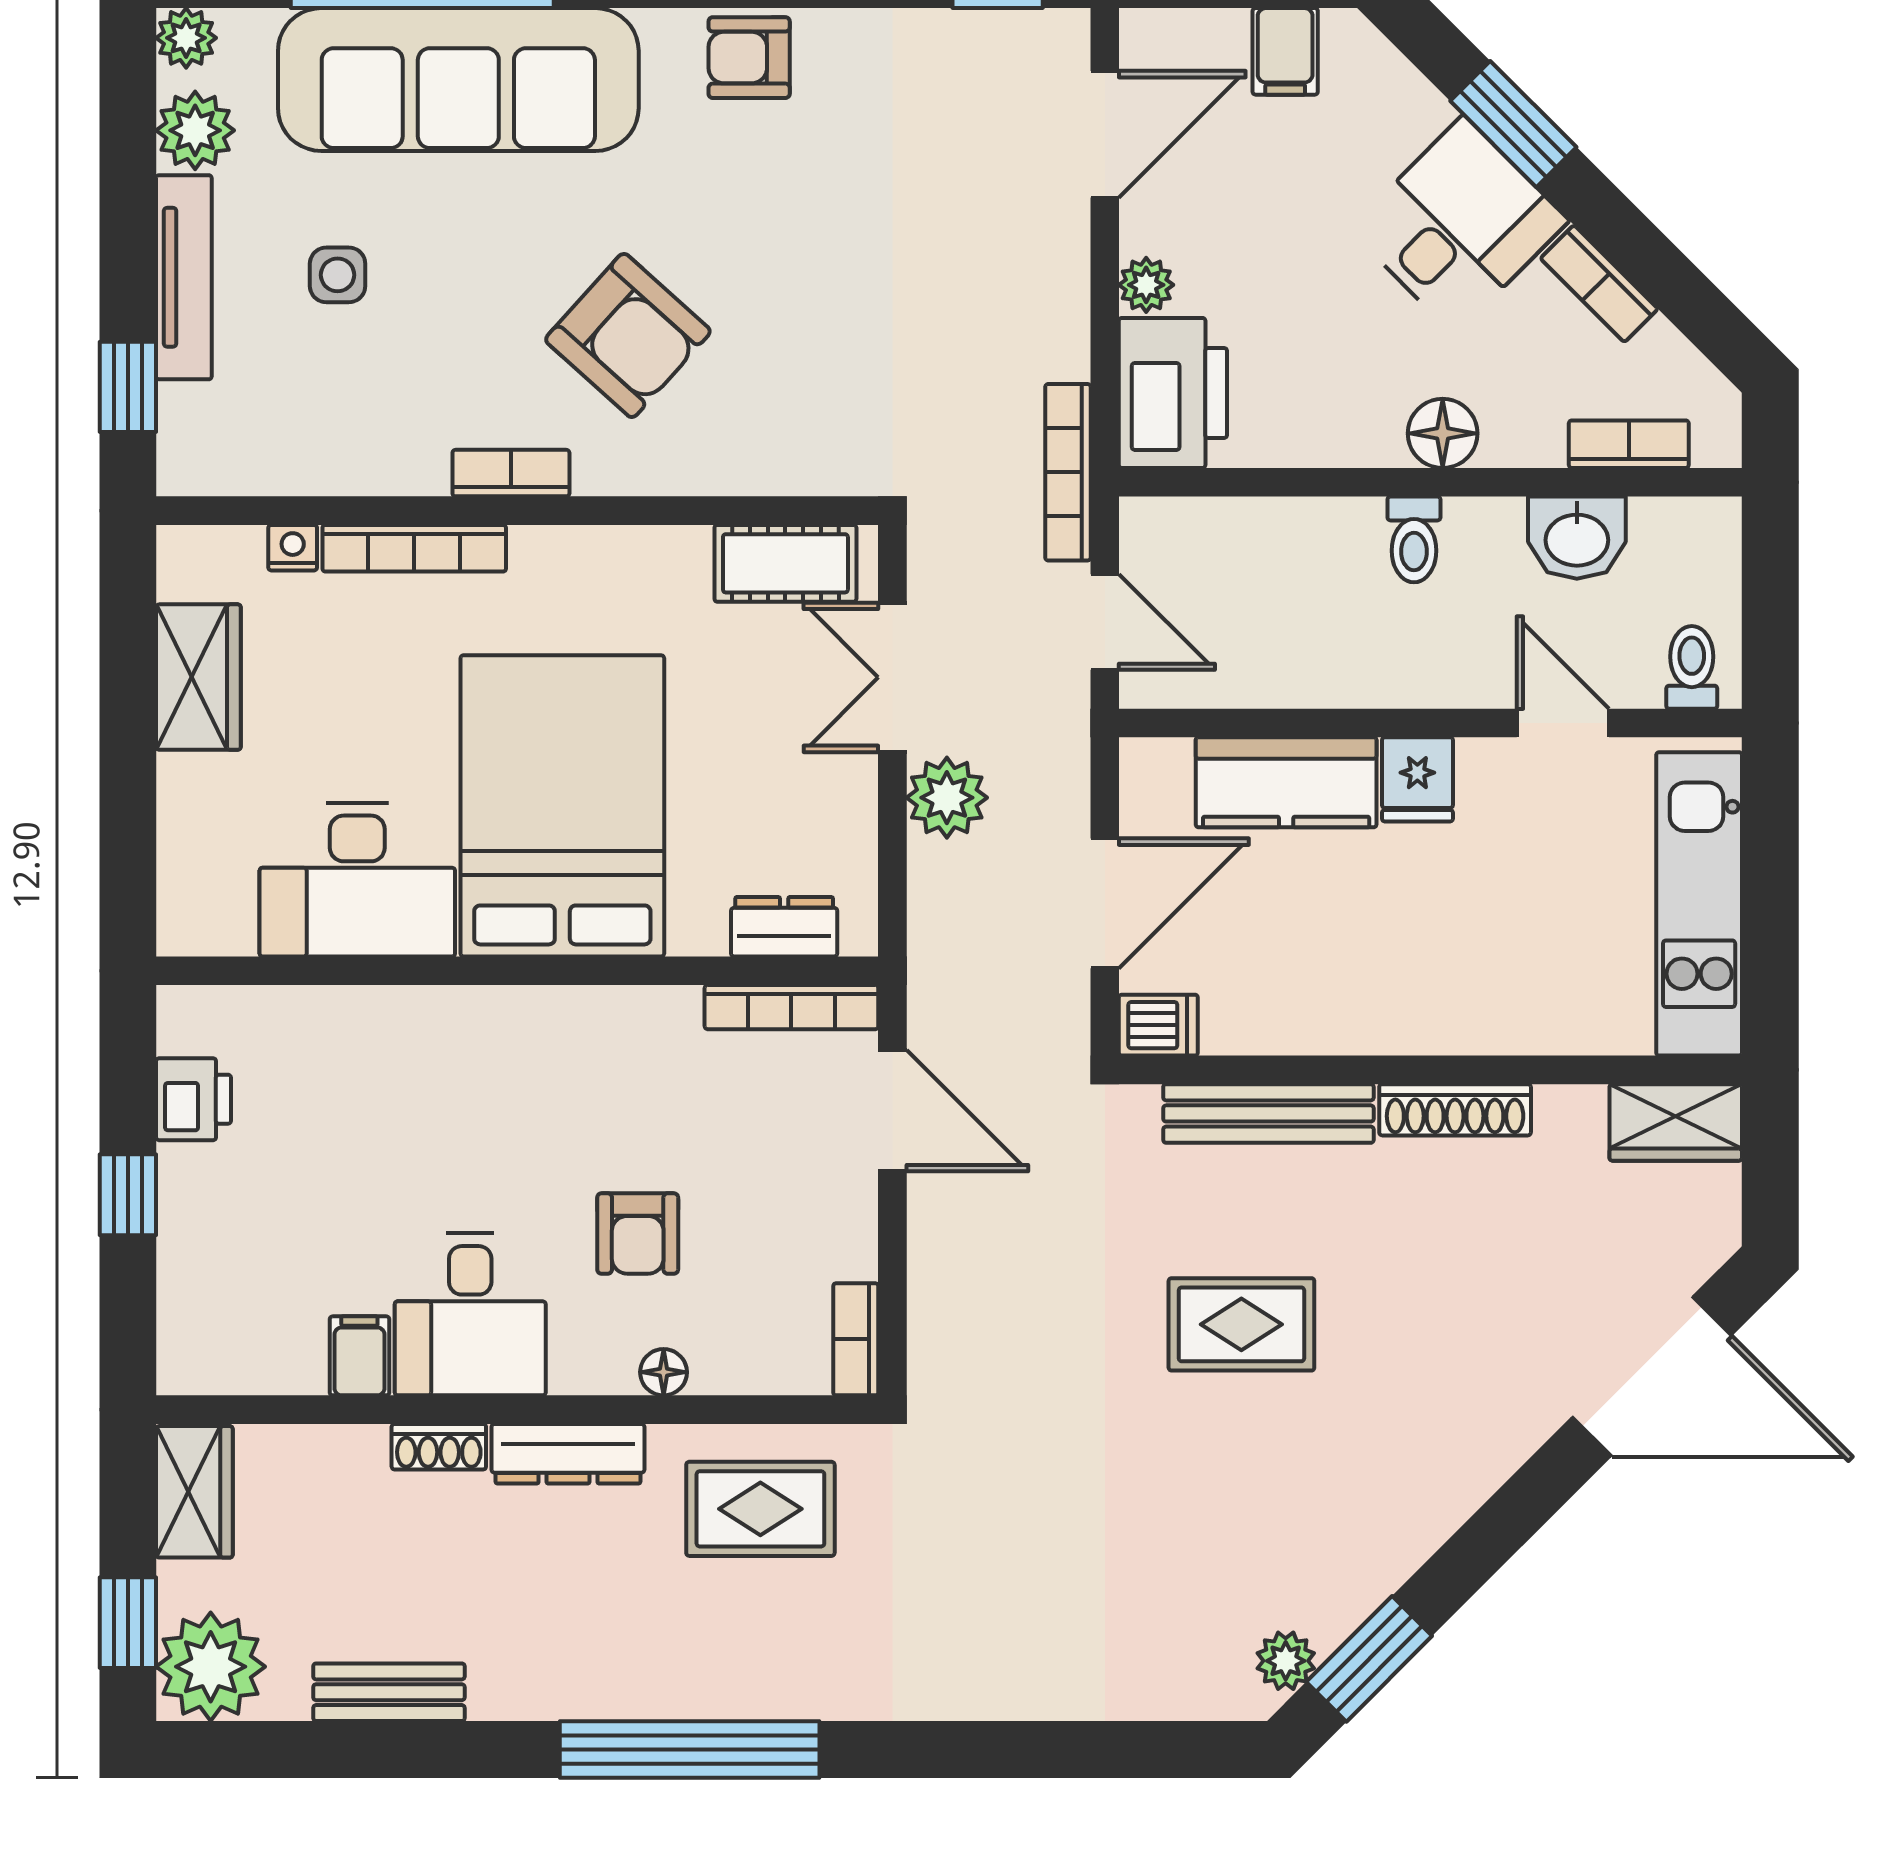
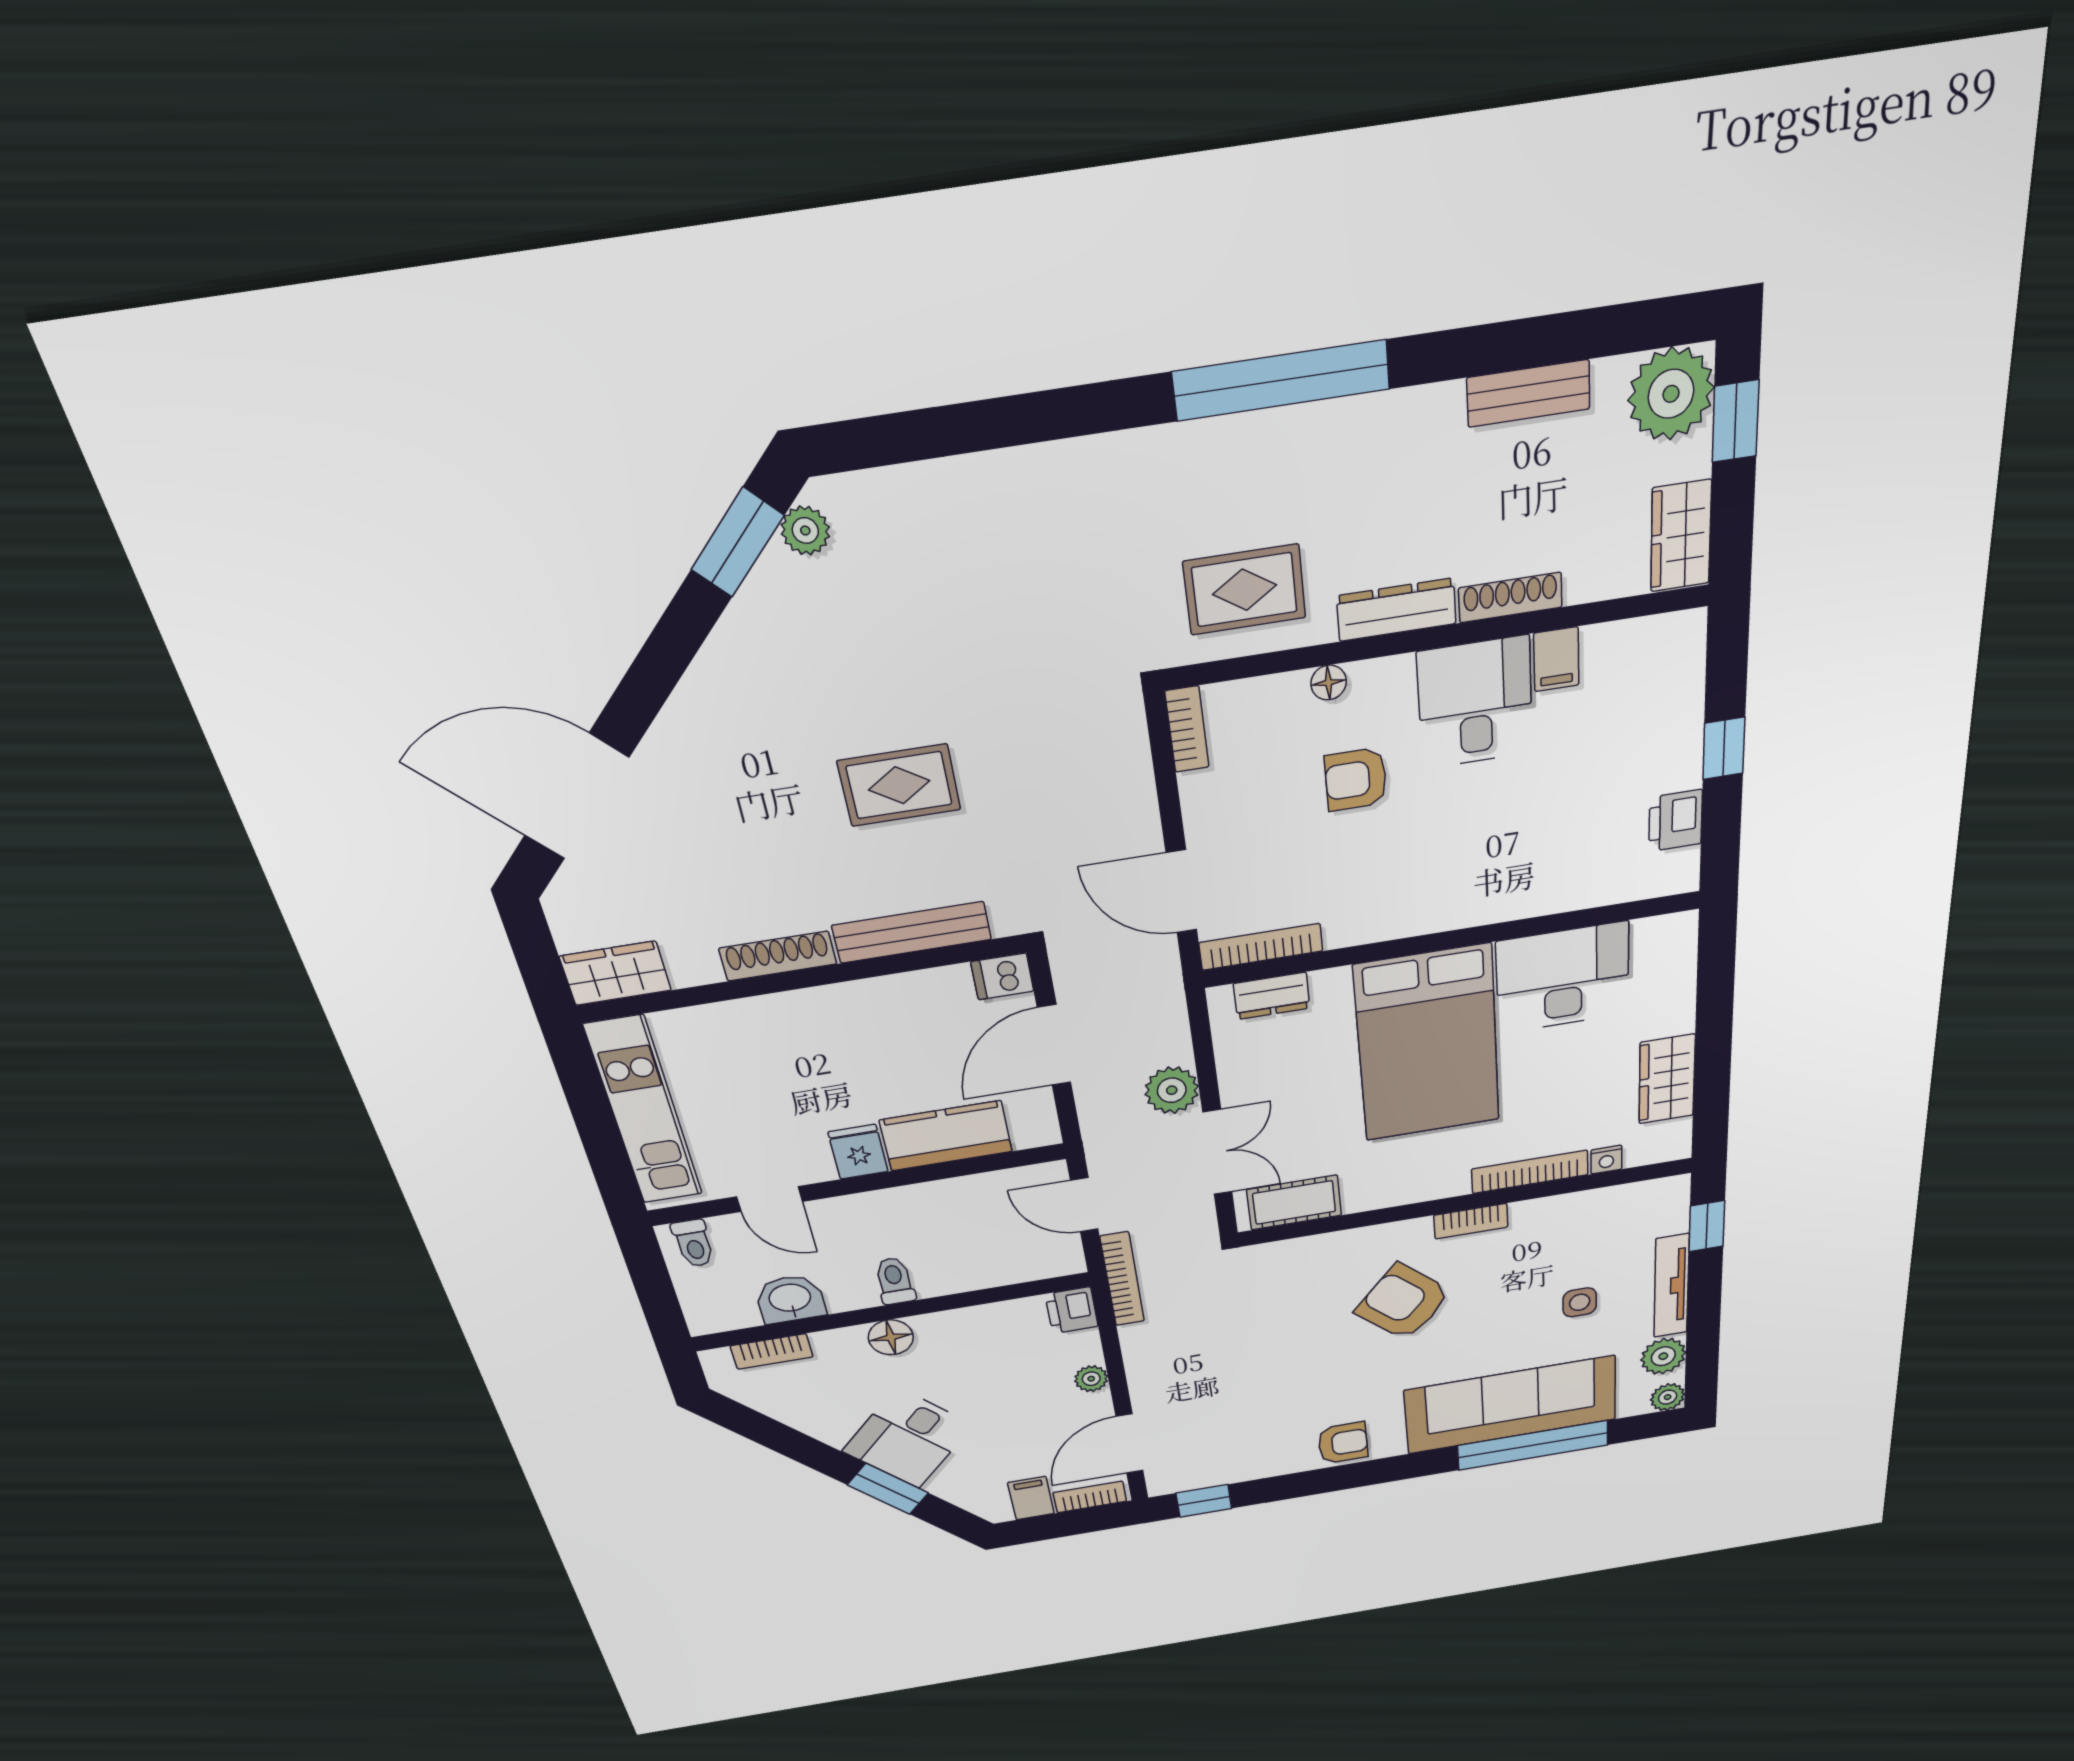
bookcase: (1599, 284) -> (1090, 1497), moved, turned -45
printer: (1173, 393) -> (1072, 1310), width x0.53, depth x0.68
armchair: (638, 1234) -> (1356, 779), turned -90
shoe rack: (439, 1447) -> (1510, 598), width x1.43

